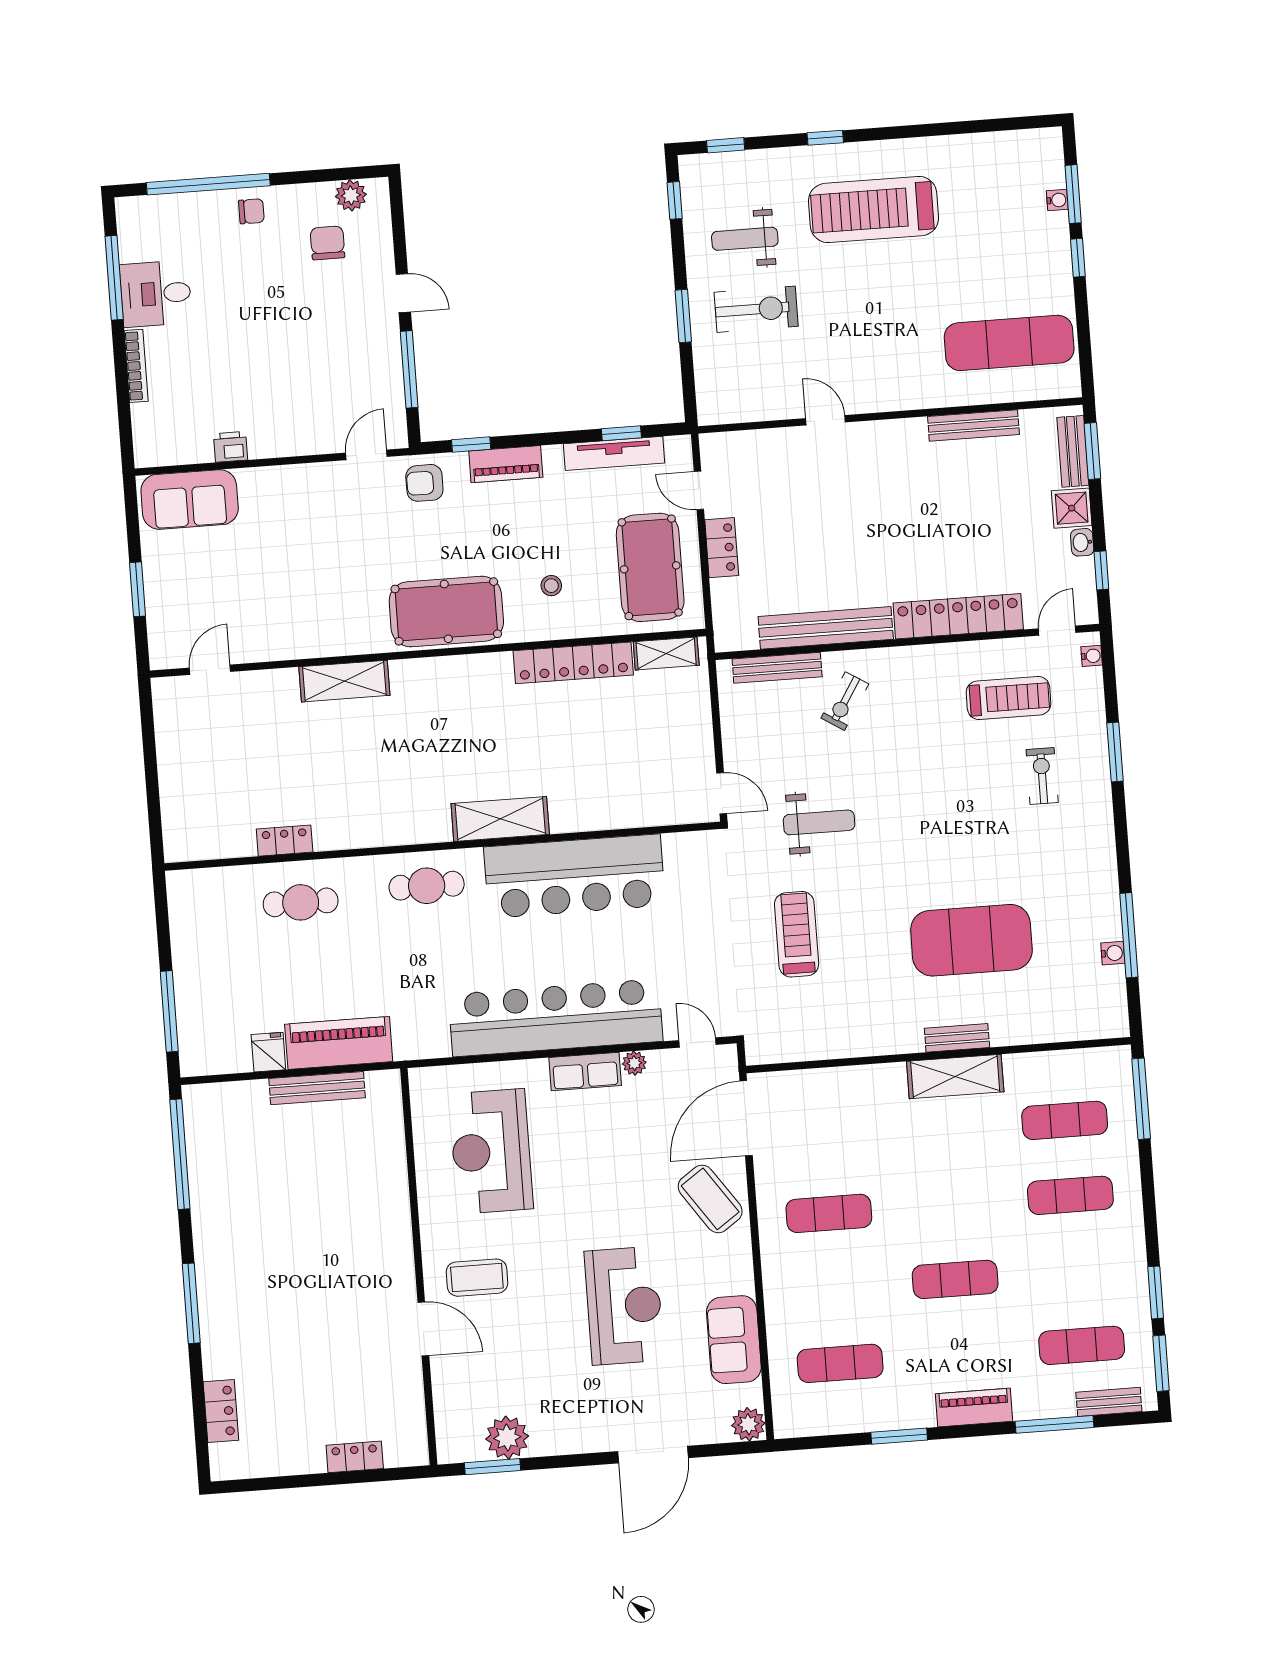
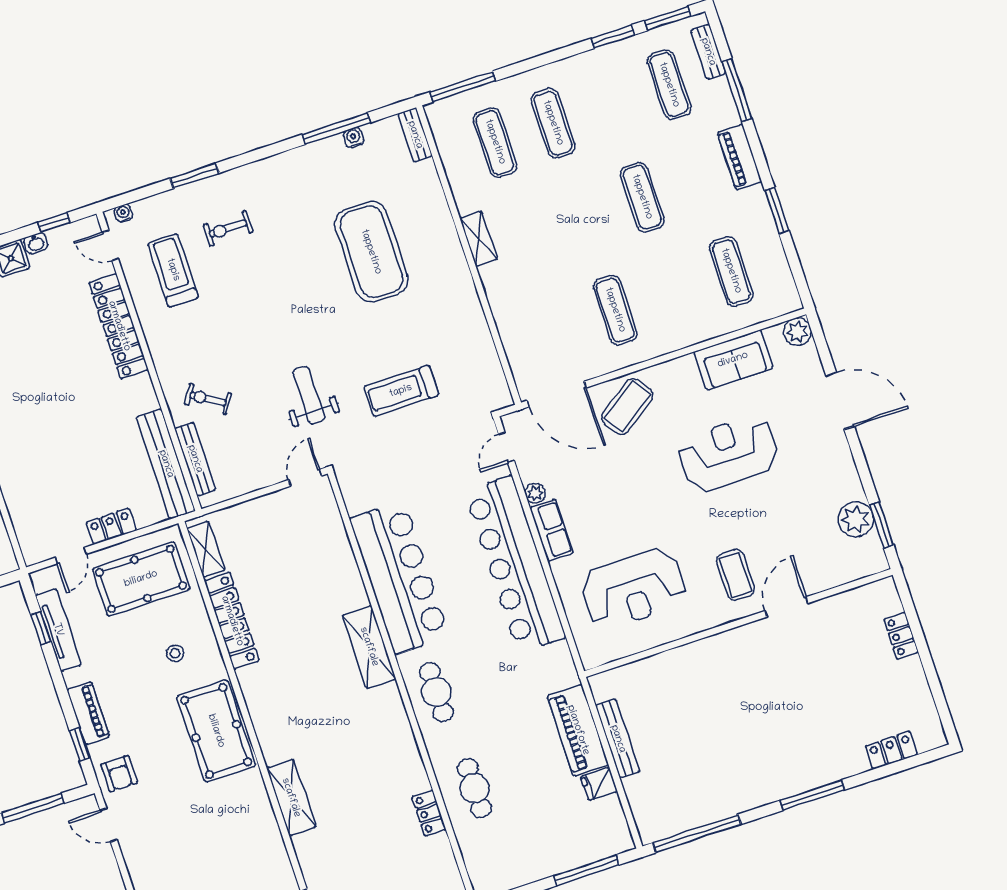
bench: (826, 628) -> (166, 464), moved
exercise bike: (845, 701) -> (208, 399), turned 180
bench: (957, 1038) -> (415, 135), moved
shelving: (955, 1077) -> (479, 239), width x0.67, depth x0.75

